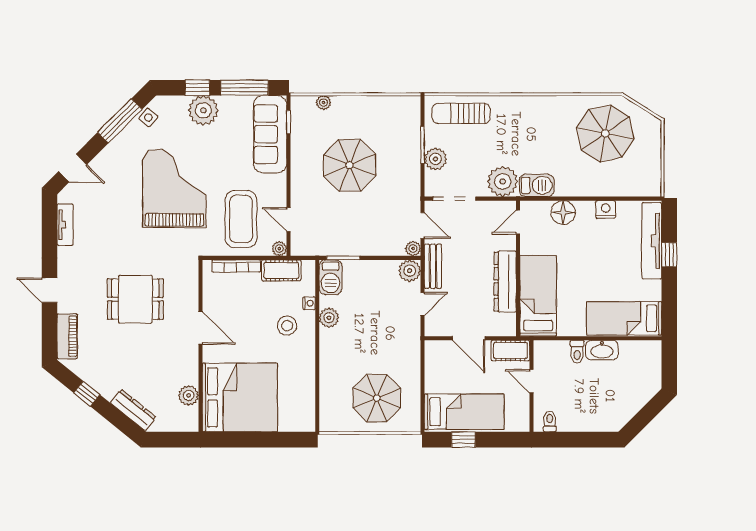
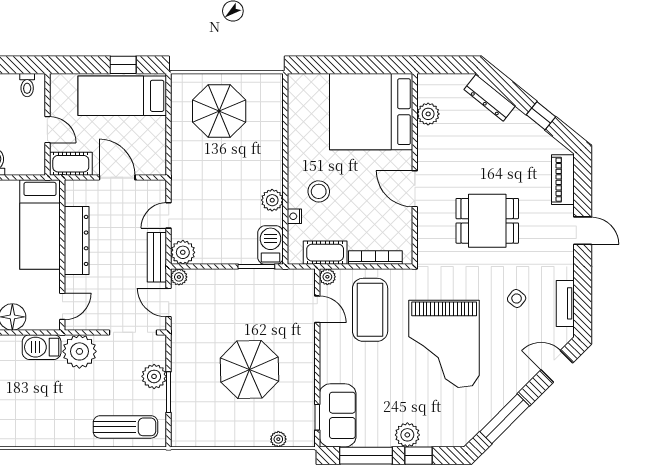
plant: (203, 110) -> (407, 435), width x0.73, depth x0.73
side table: (148, 118) -> (517, 298), moved
sofa: (270, 134) -> (338, 415), width x0.73

